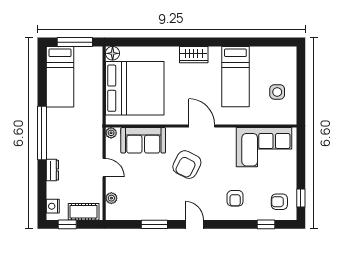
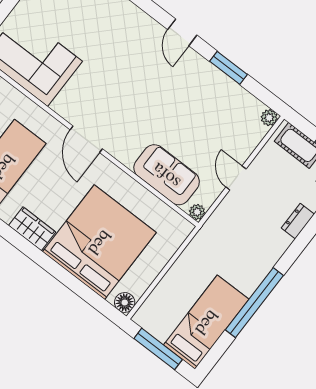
bed: (135, 88) -> (99, 242), moved, turned 90
window: (42, 133) -> (254, 303), moved
armchair: (187, 165) -> (138, 108), removed
plant: (111, 198) -> (269, 118), moved
armchair: (235, 198) -> (112, 26), removed

